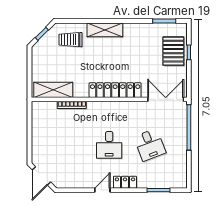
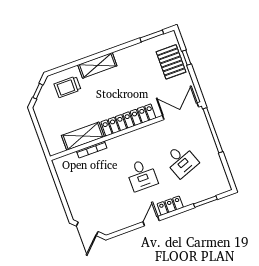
shelving: (53, 90) -> (83, 136), moved

